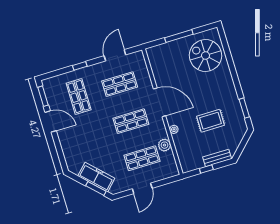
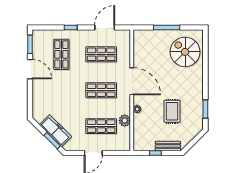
rug: (211, 121) -> (172, 111), turned 90

